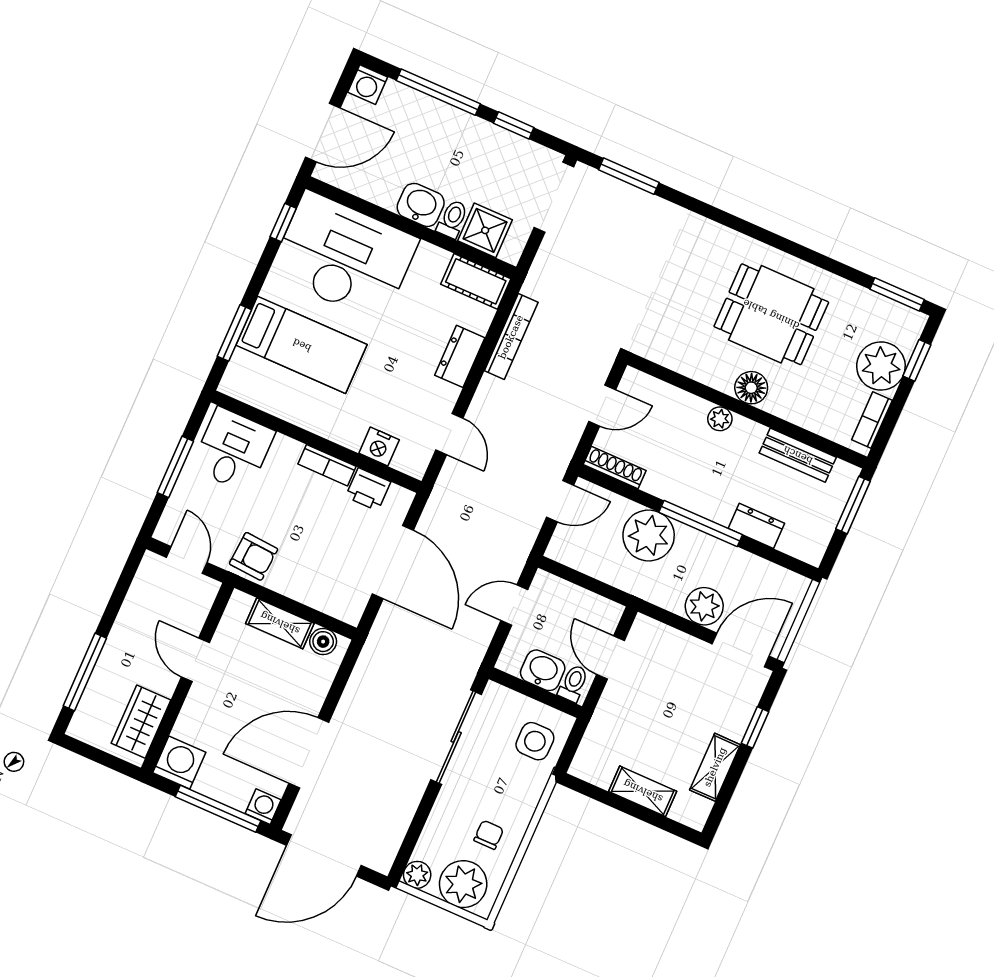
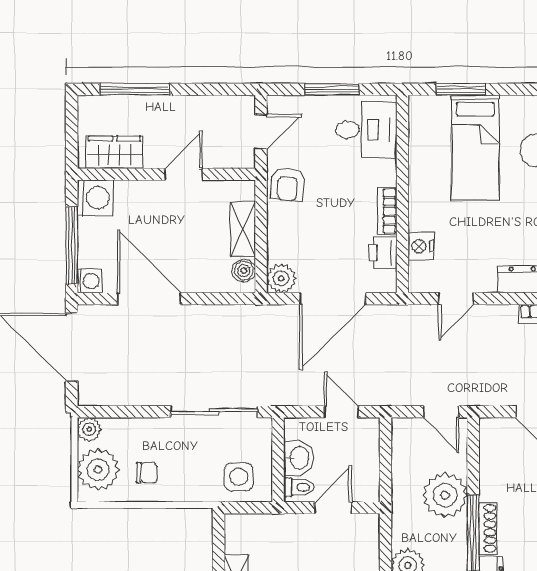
shoe rack: (615, 467) -> (488, 528), moved
plant: (348, 606) -> (281, 278), added

